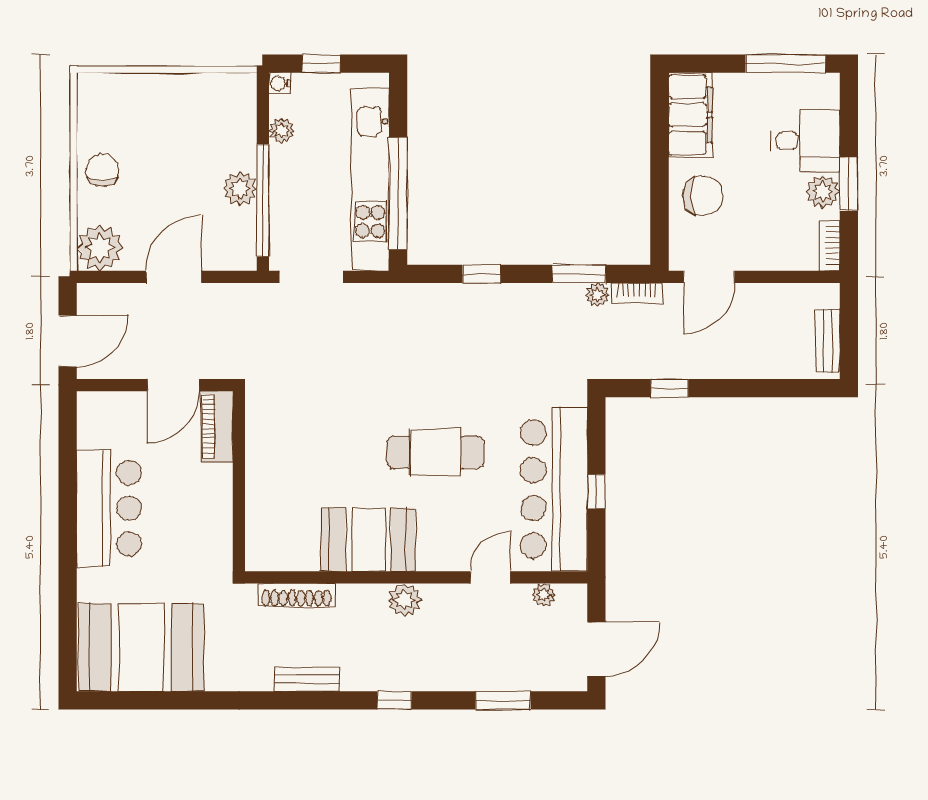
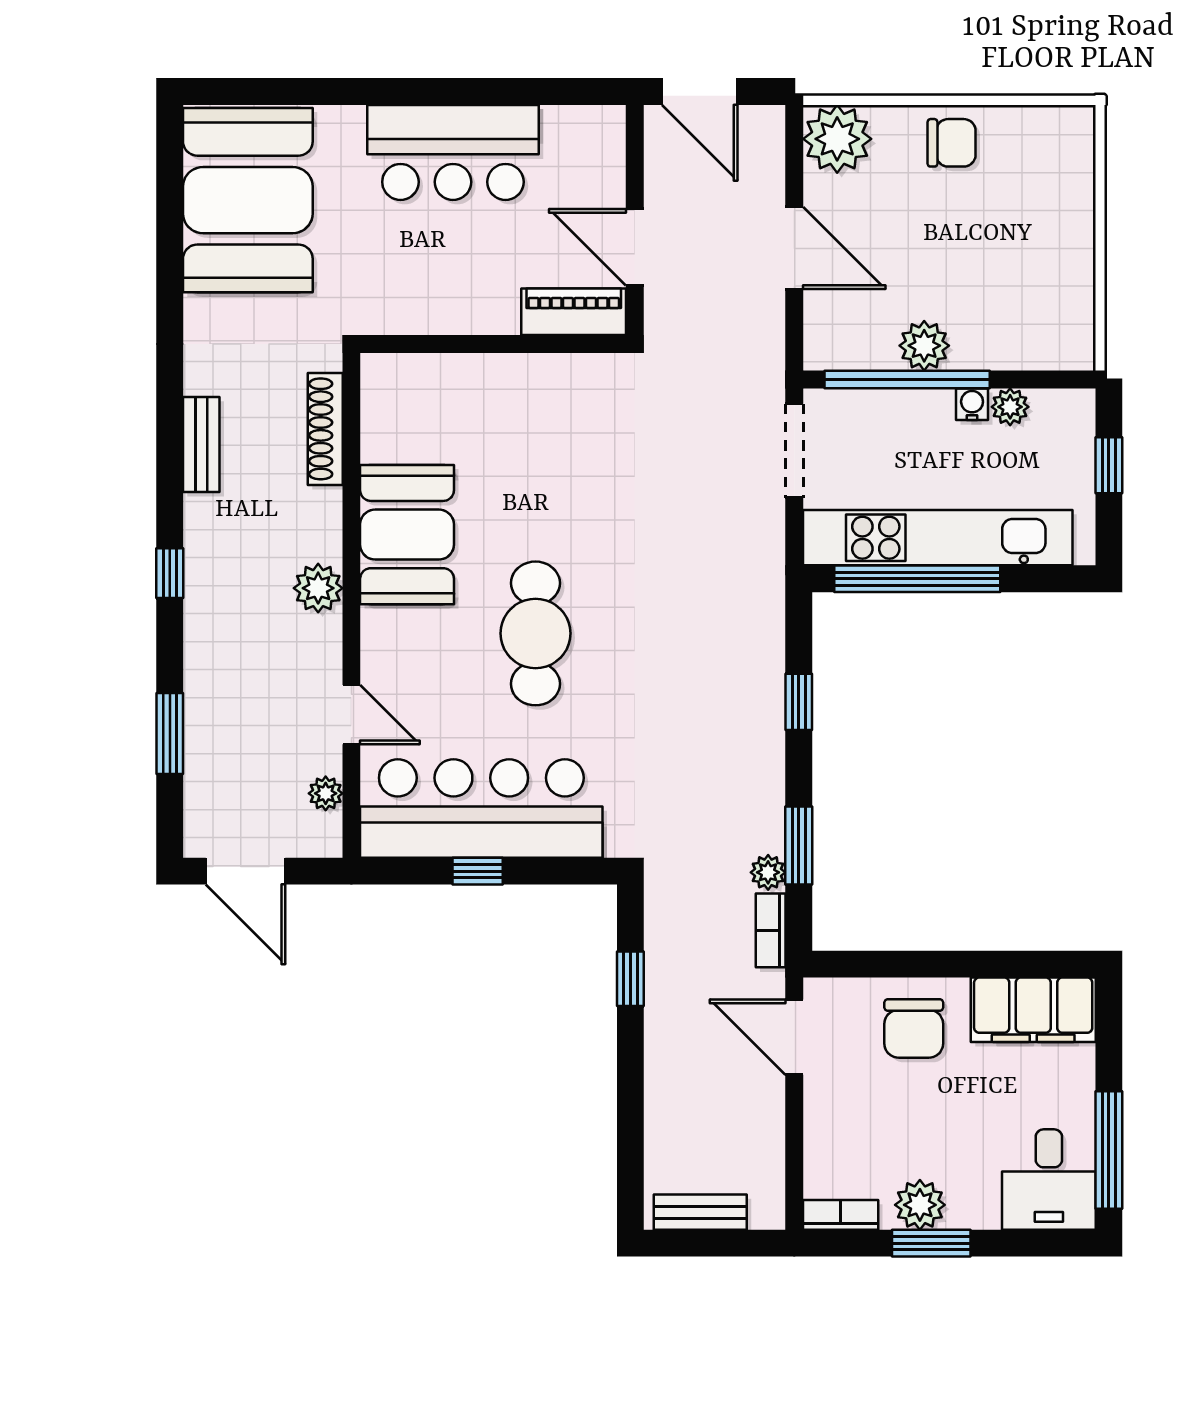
water cooler: (280, 83) -> (972, 404), moved
desk: (806, 141) -> (1049, 1180), moved

